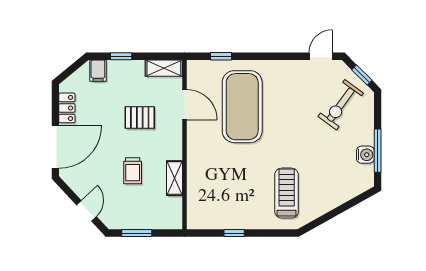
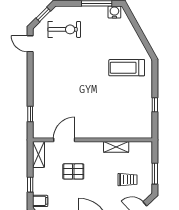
exercise bike: (341, 105) -> (64, 29), turned -36
exercise mat: (242, 107) -> (66, 99), removed
pallet: (140, 117) -> (73, 171), turned 90
water cooler: (365, 155) -> (114, 12), moved
trolley: (133, 171) -> (127, 180), moved

